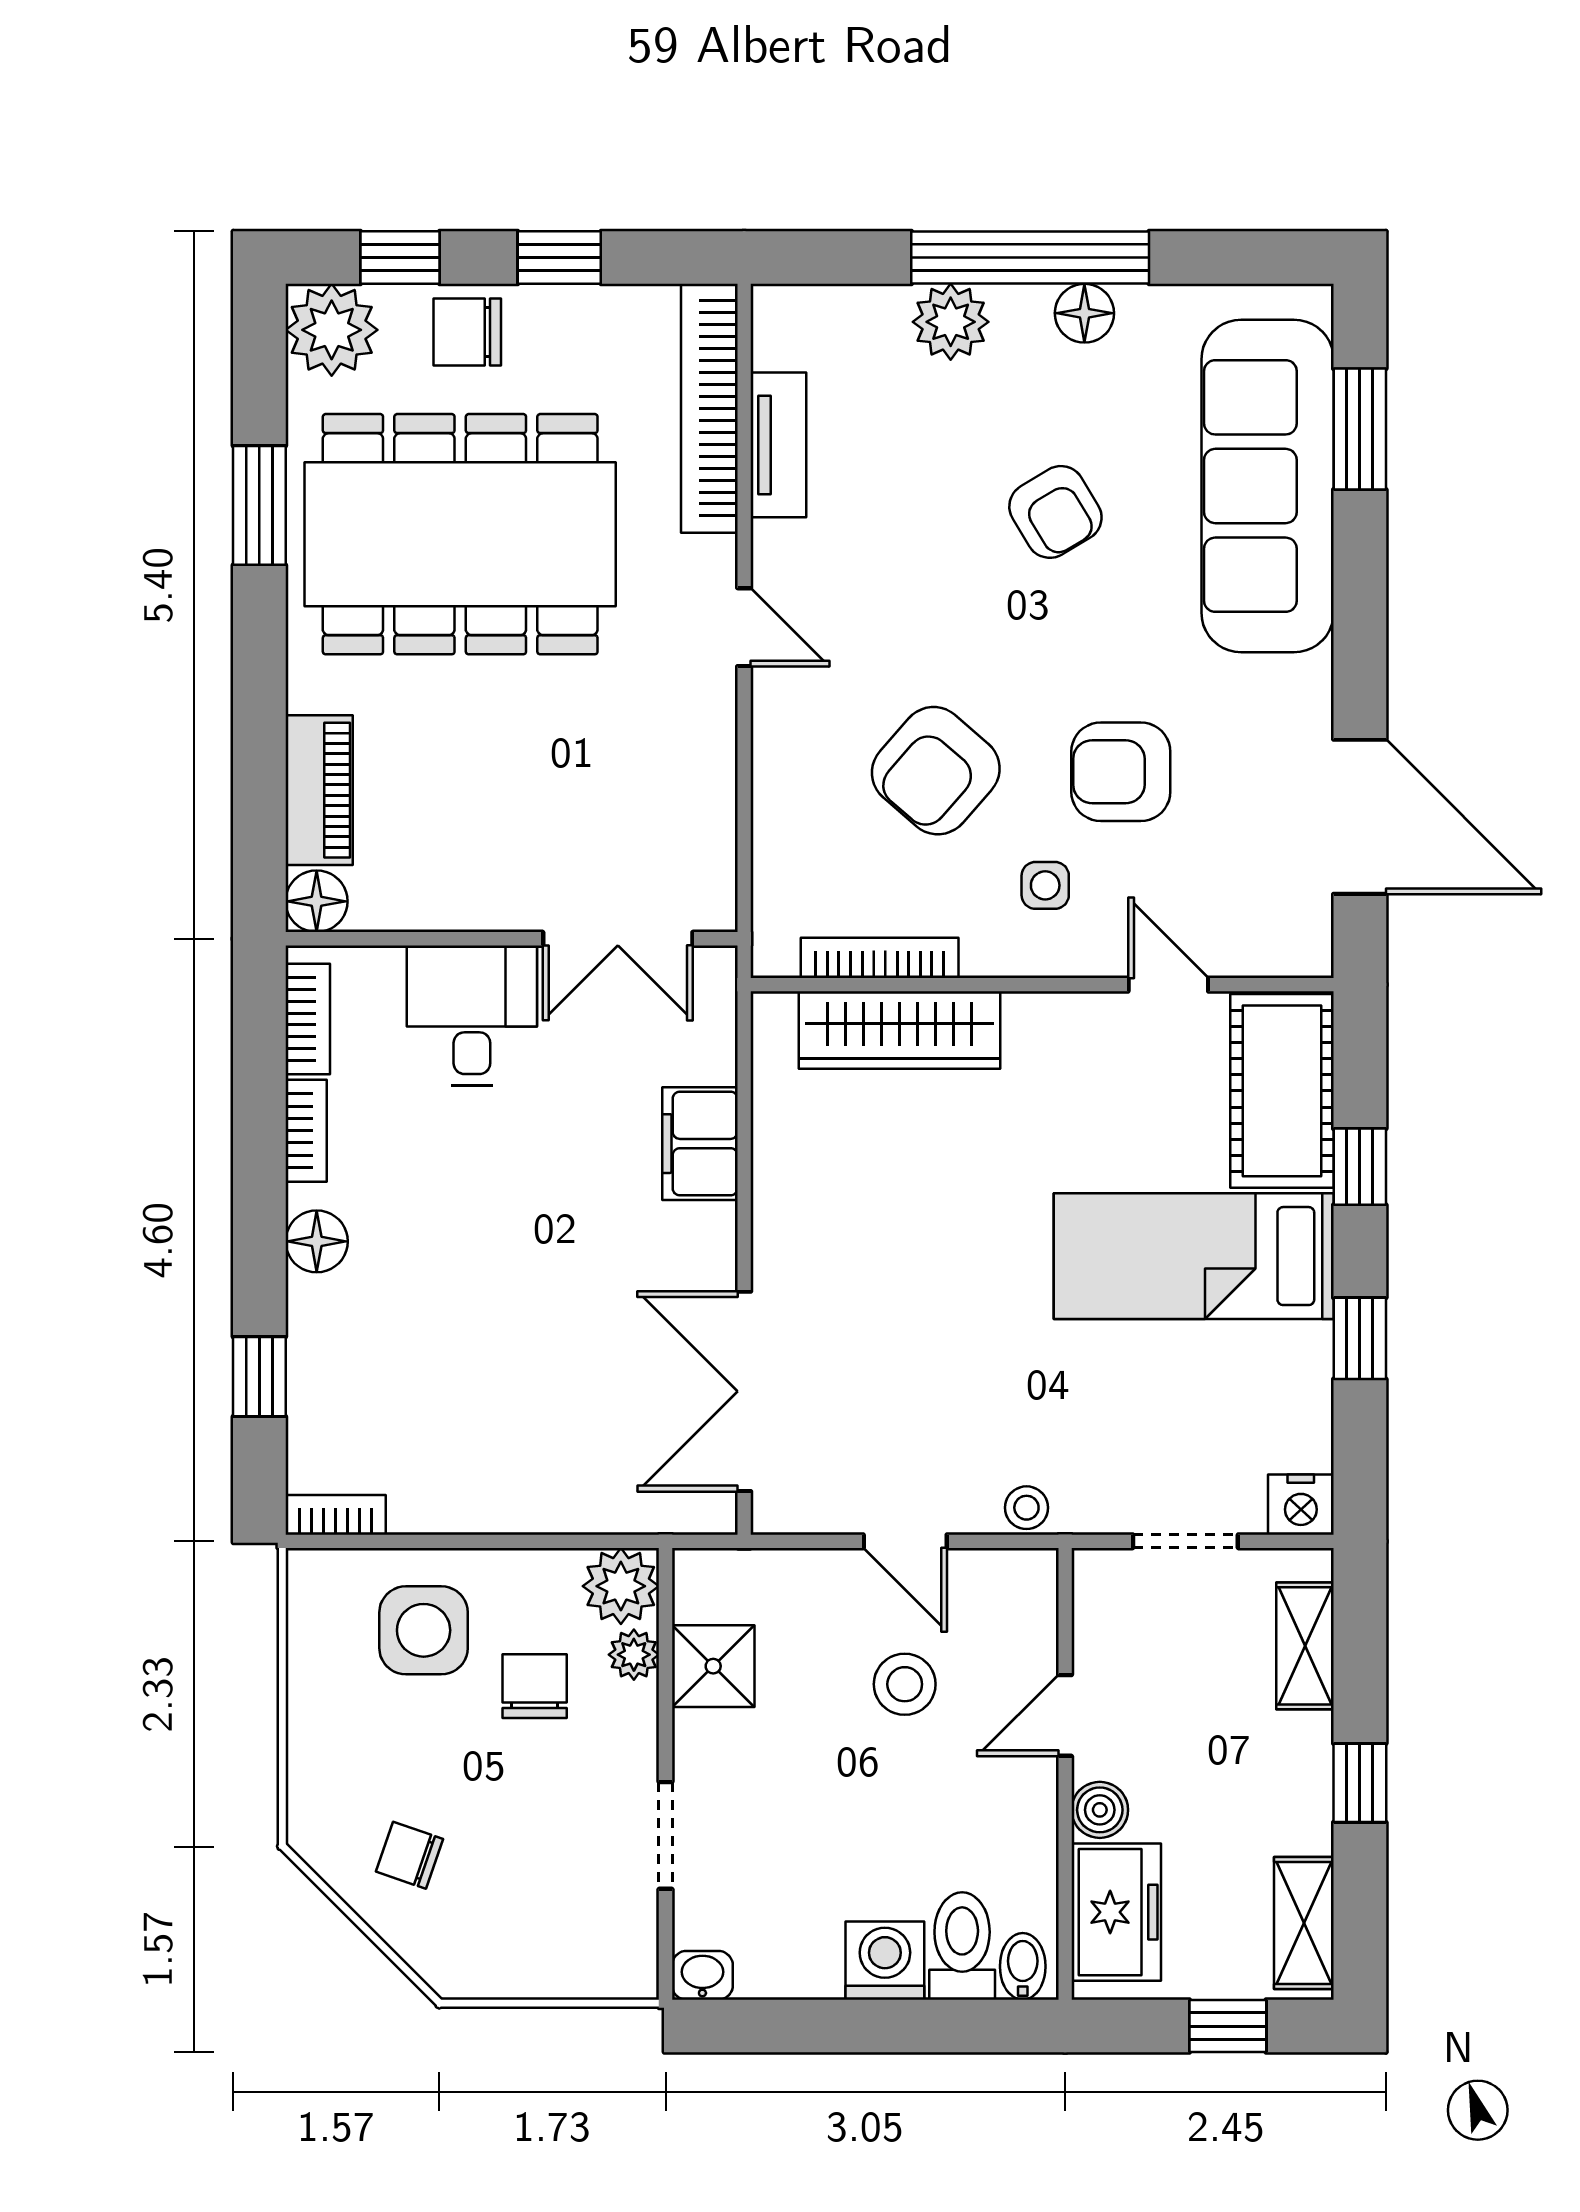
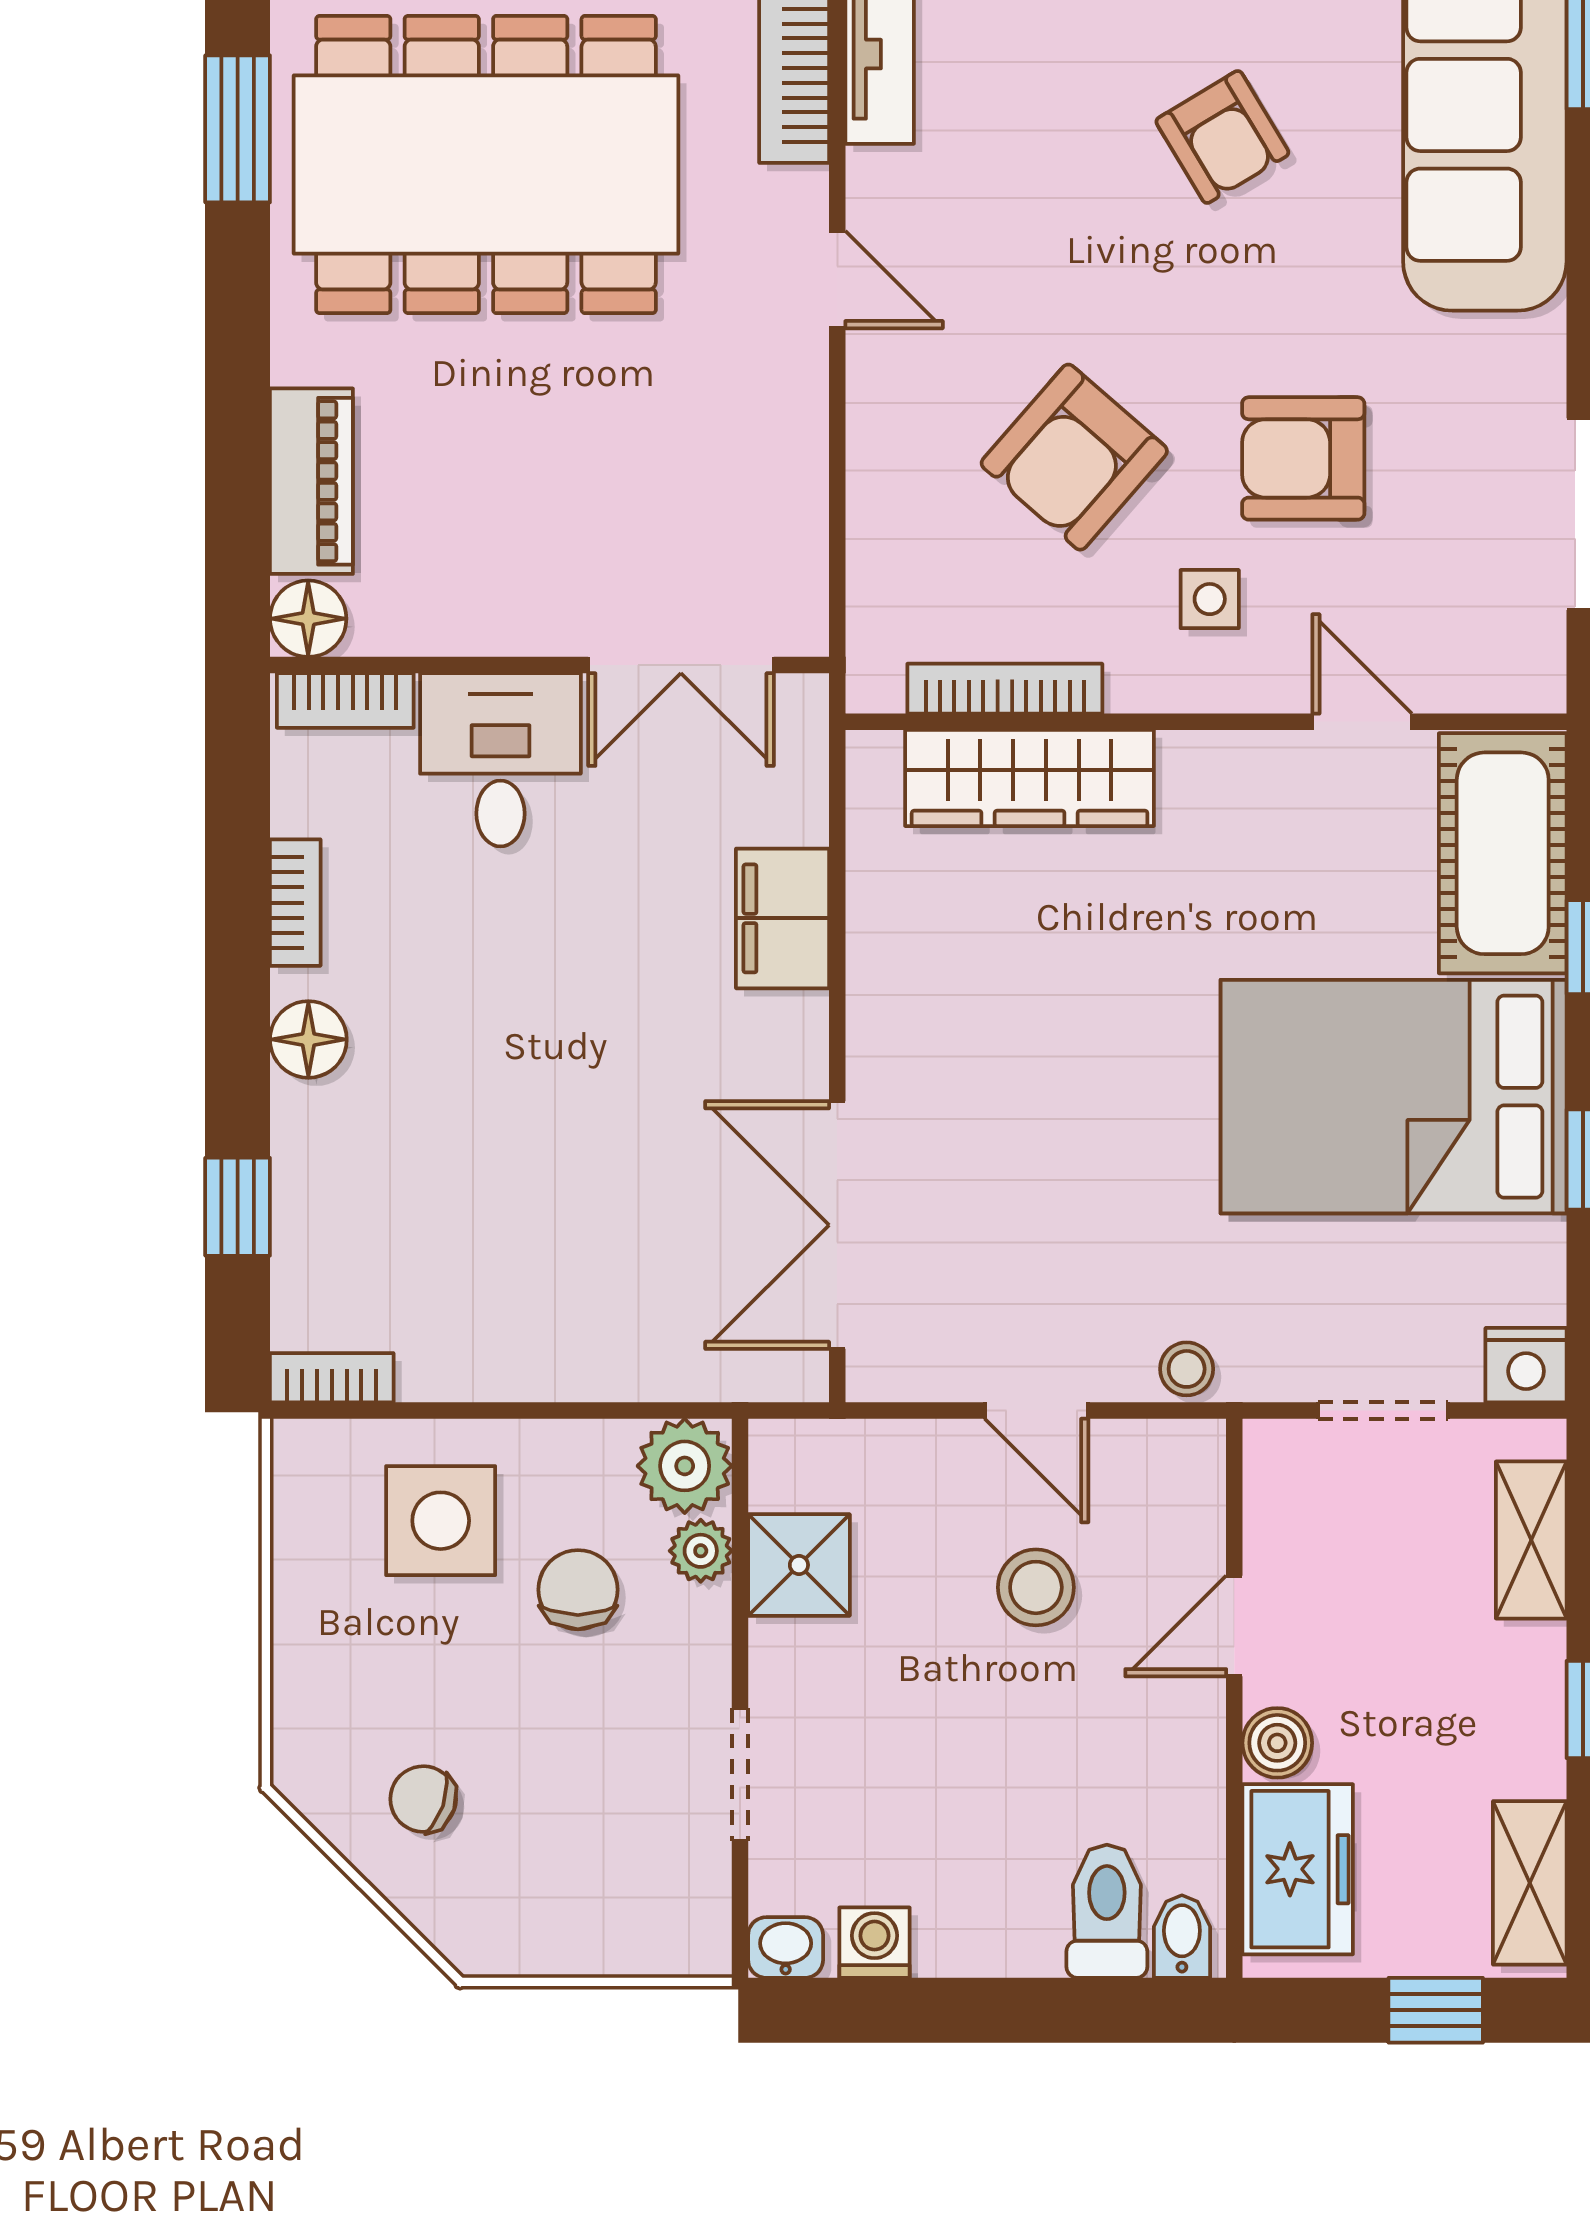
bookcase: (308, 1019) -> (345, 701), moved, turned 90
bed: (1194, 1256) -> (1394, 1097), width x1.50
washing machine: (885, 1961) -> (875, 1943), moved, width x0.73, depth x0.73

